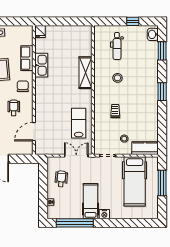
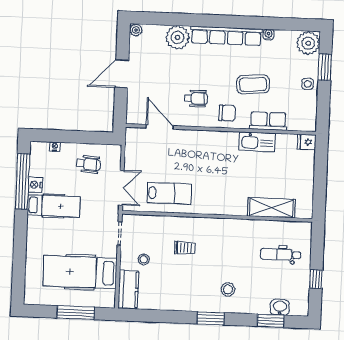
washbasin: (153, 34) -> (280, 307), moved
shelving: (86, 73) -> (271, 208), moved
stool: (117, 78) -> (228, 289), moved
nightstand: (104, 214) -> (35, 185), moved

